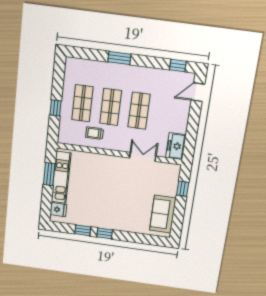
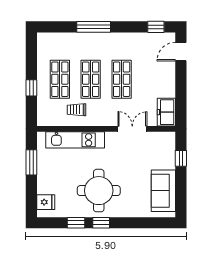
window: (119, 58) -> (94, 27), width x1.44
kitchen unit: (61, 177) -> (75, 140), moved, turned 90
round table: (106, 206) -> (99, 191), added

